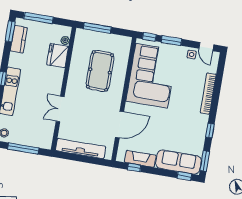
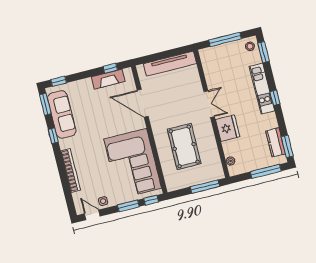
fridge: (58, 56) -> (228, 128), moved
double door: (60, 109) -> (209, 104), moved
door: (120, 124) -> (143, 103), hinge flipped
sofa: (178, 162) -> (62, 114), moved, turned -90

